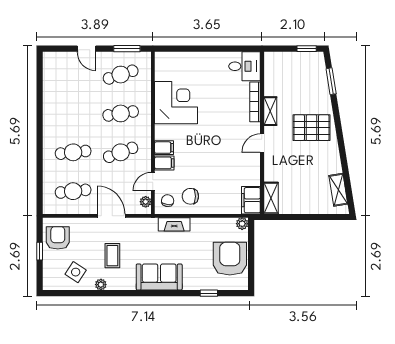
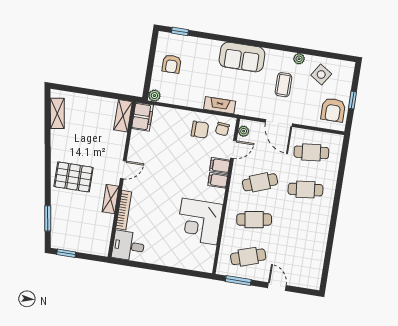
armchair: (230, 259) -> (172, 64), width x0.53, depth x0.53
window: (209, 293) -> (180, 31), moved

